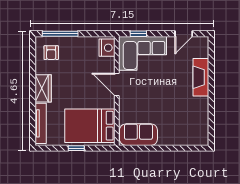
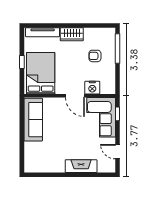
nightstand: (107, 48) -> (92, 88), moved
armchair: (51, 53) -> (95, 56), moved
door: (117, 85) -> (75, 96), swing flipped
sofa: (138, 135) -> (33, 120), width x1.36

